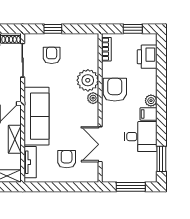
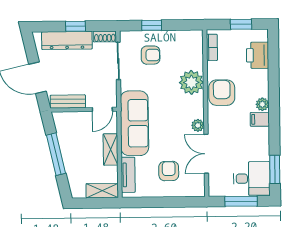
armchair: (52, 55) -> (151, 55), turned 90
plant: (93, 98) -> (198, 125), moved
desk: (141, 137) -> (252, 179), moved

